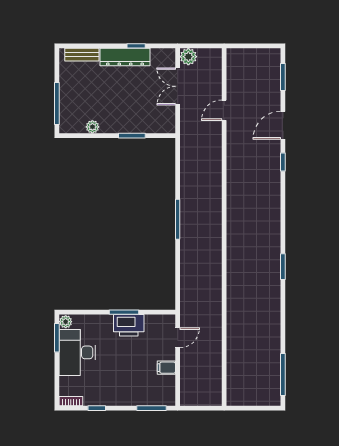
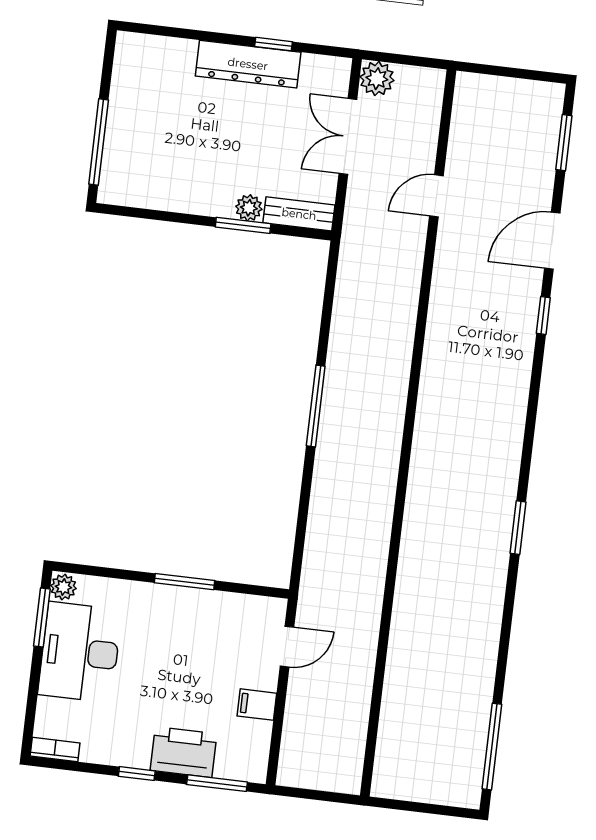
bench: (82, 55) -> (299, 214), moved
plant: (92, 127) -> (249, 208), moved
printer: (129, 325) -> (184, 752), moved, turned 180
window: (97, 408) -> (137, 774), moved

